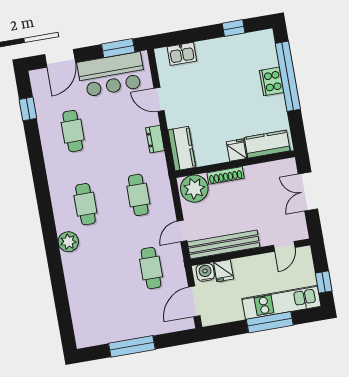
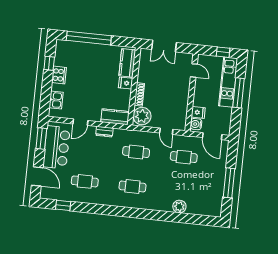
cooker: (271, 81) -> (59, 75), moved, turned -90
plant: (68, 242) -> (179, 207), moved
bench: (224, 245) -> (182, 108), removed

